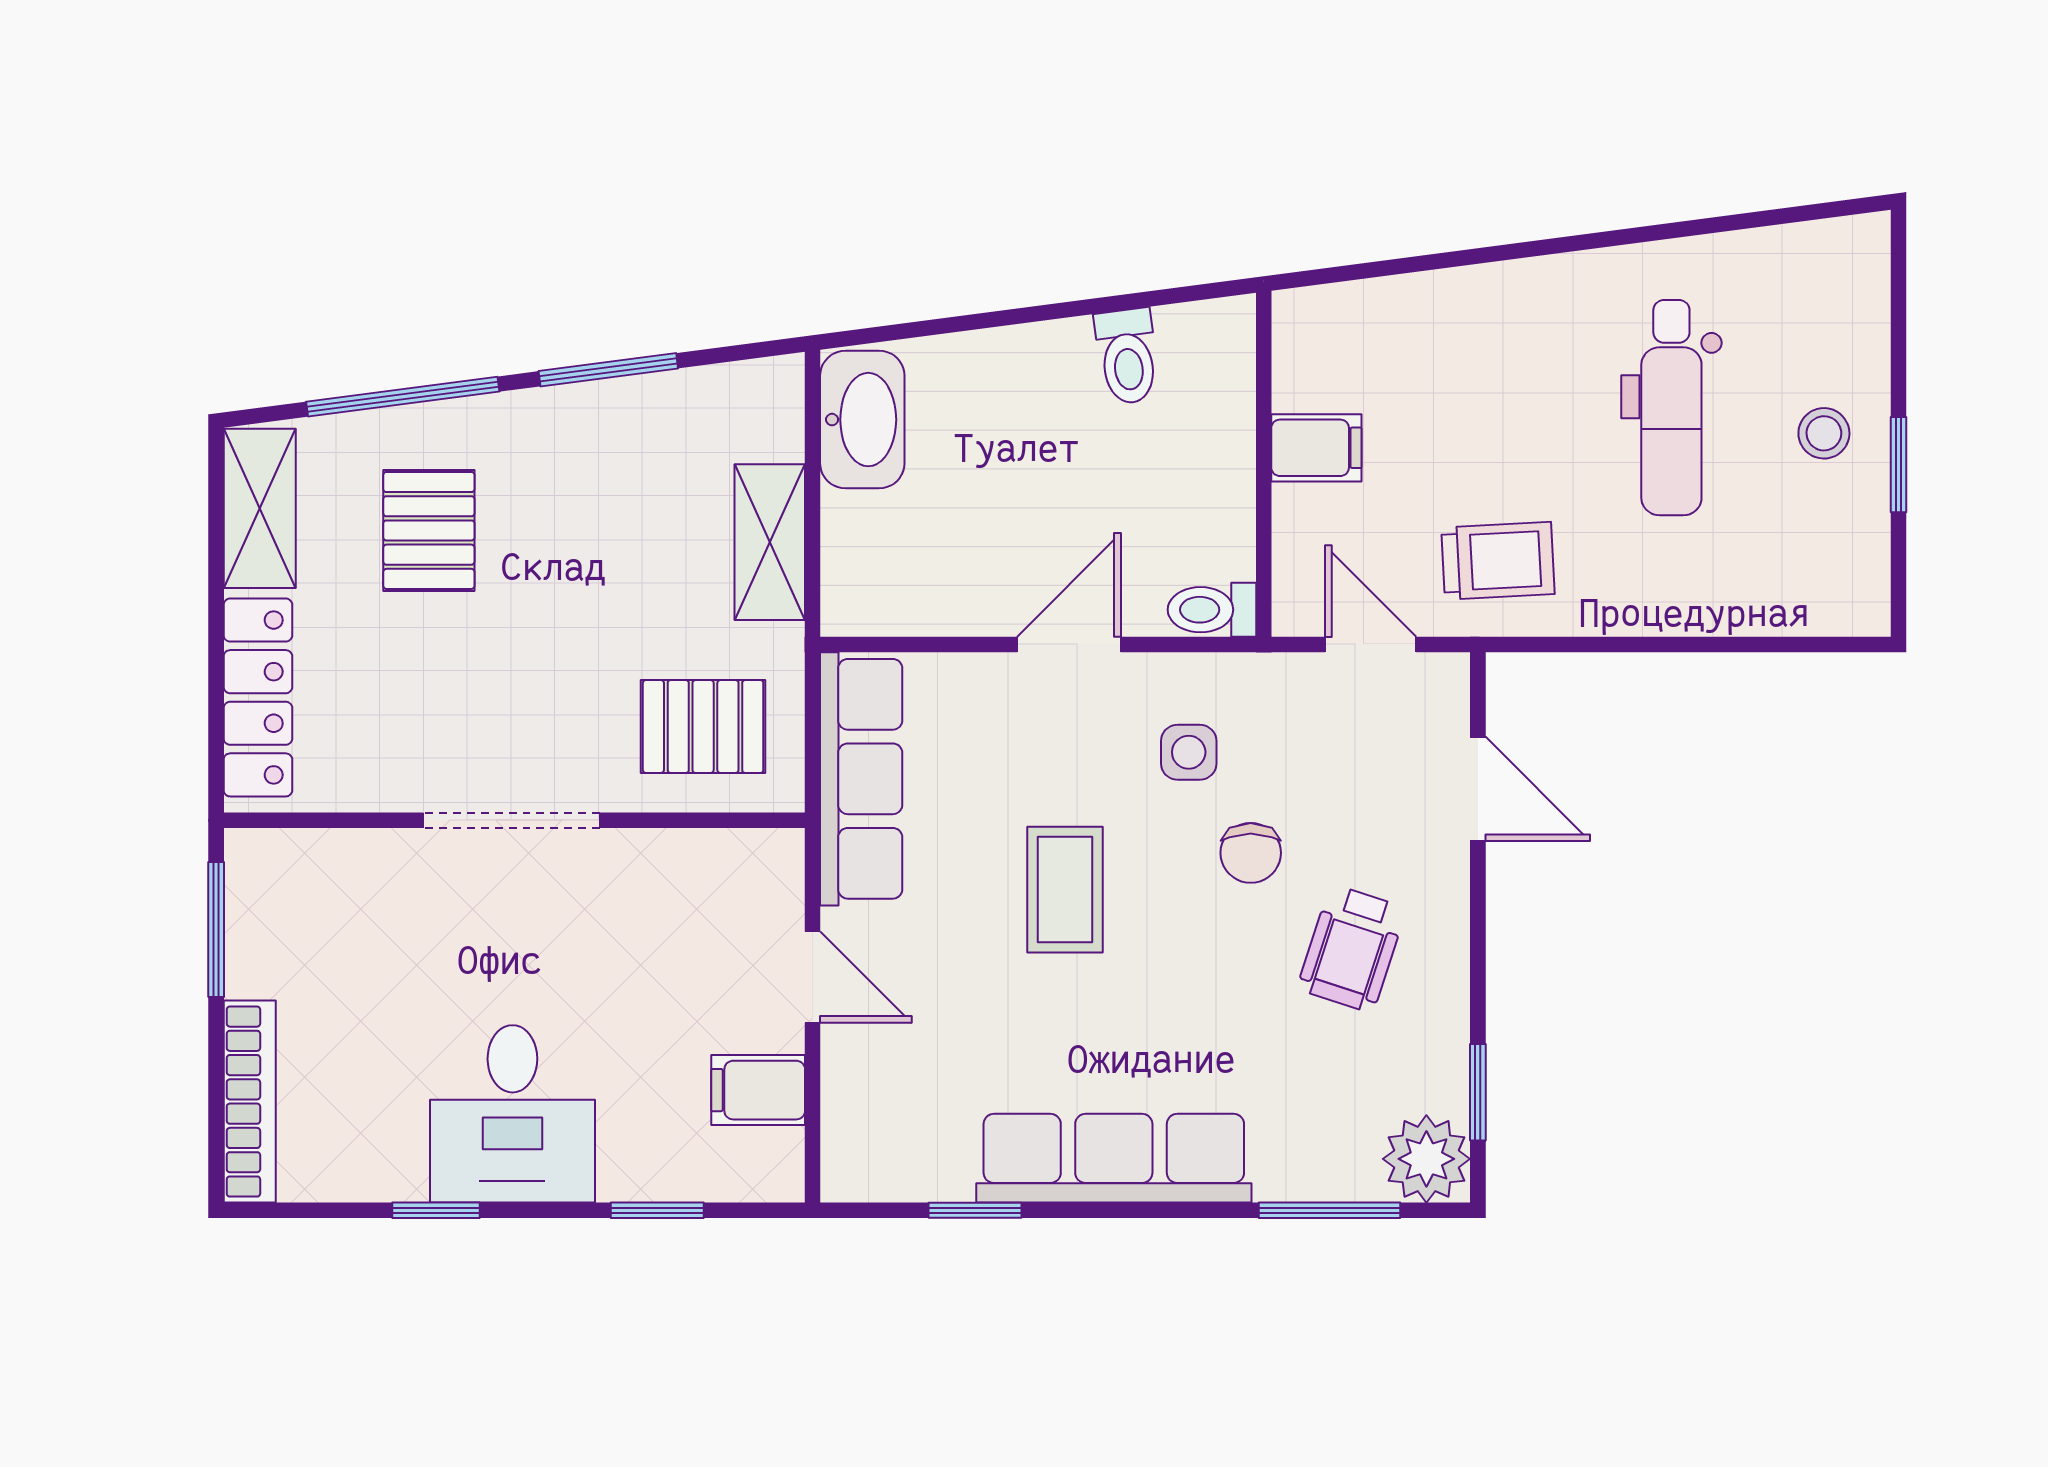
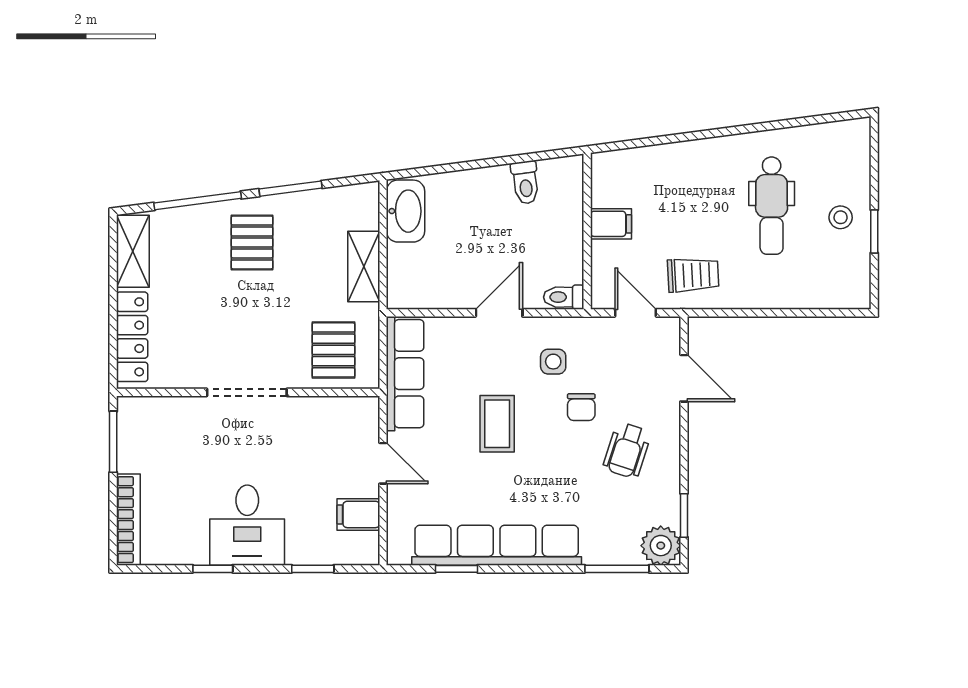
pallet: (429, 530) -> (252, 242), moved
pallet: (703, 727) -> (333, 350), turned 90
row of seats: (1114, 1158) -> (497, 545), width x1.36

